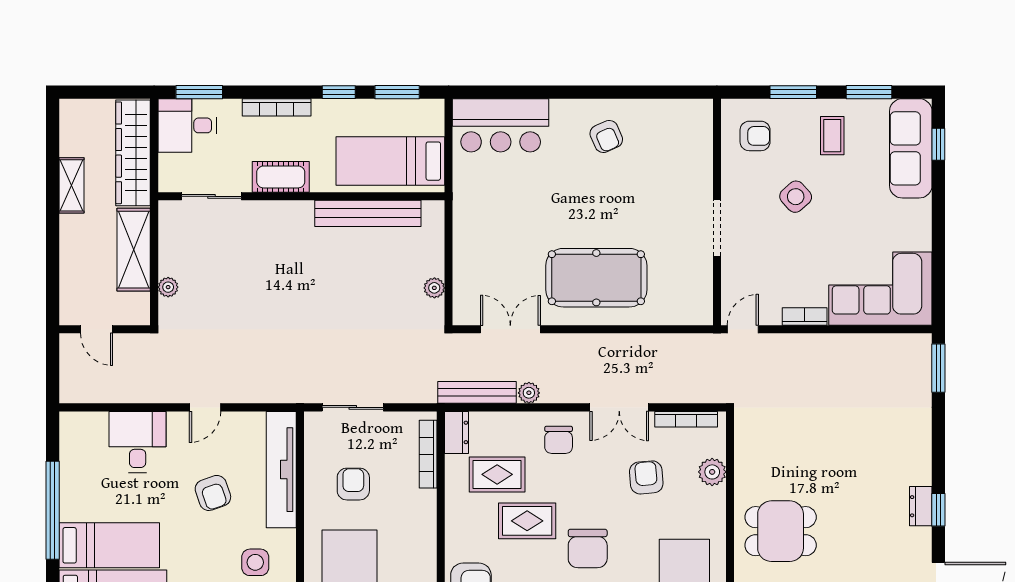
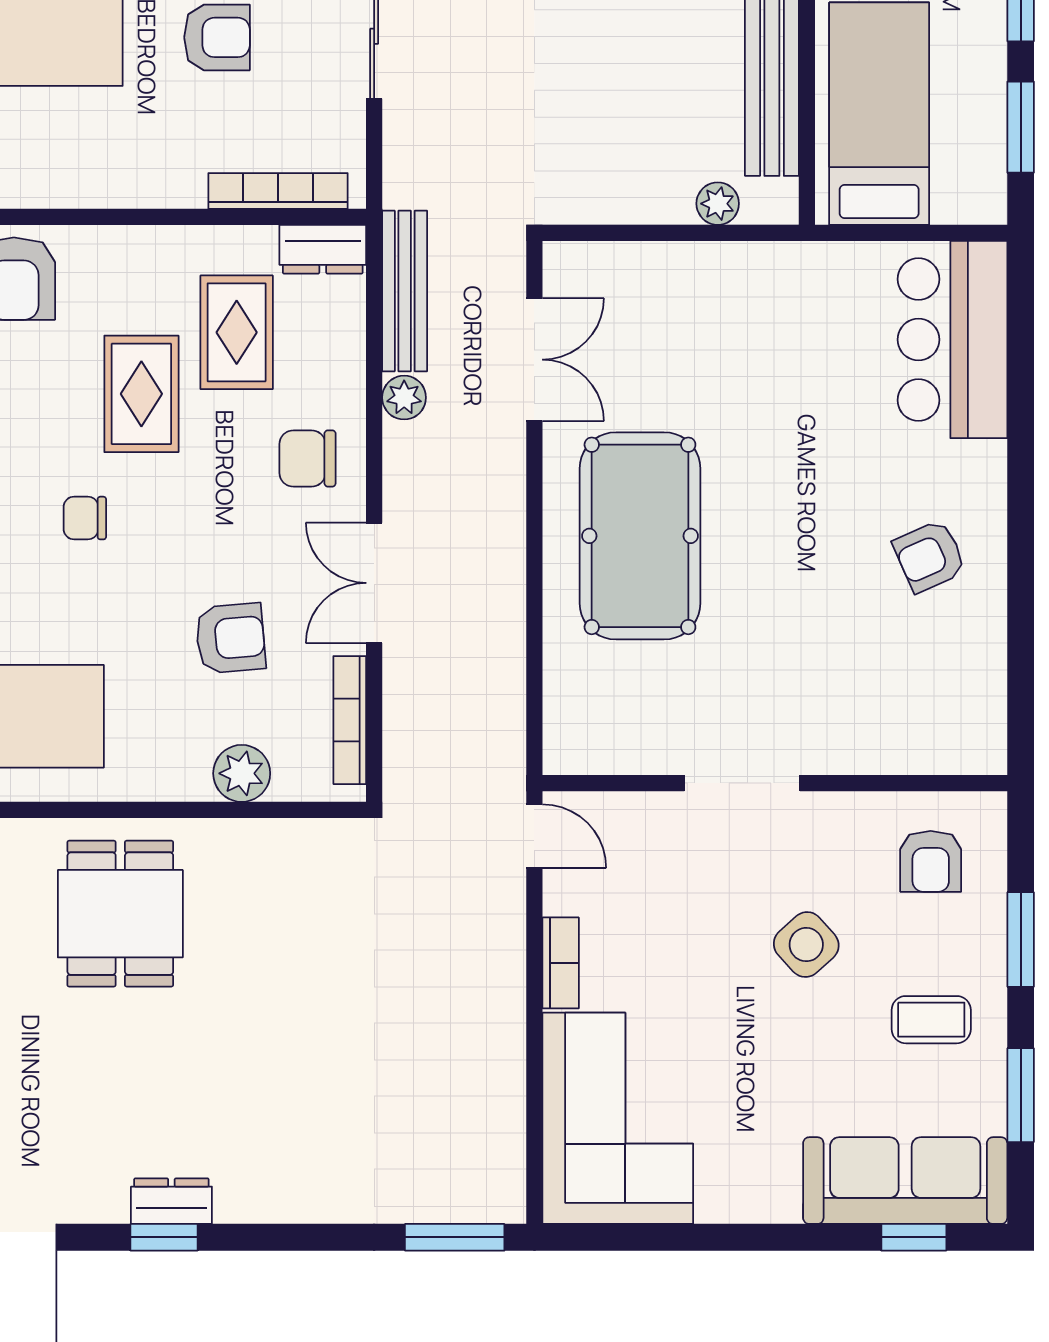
plant: (434, 288) -> (718, 204), moved
chair: (588, 548) -> (85, 518), width x0.54, depth x0.54

